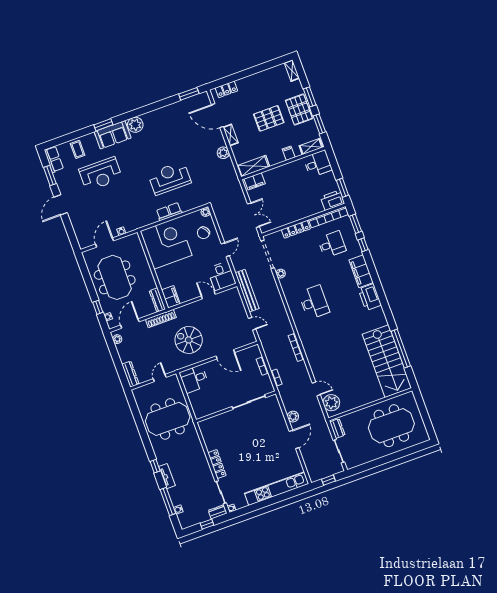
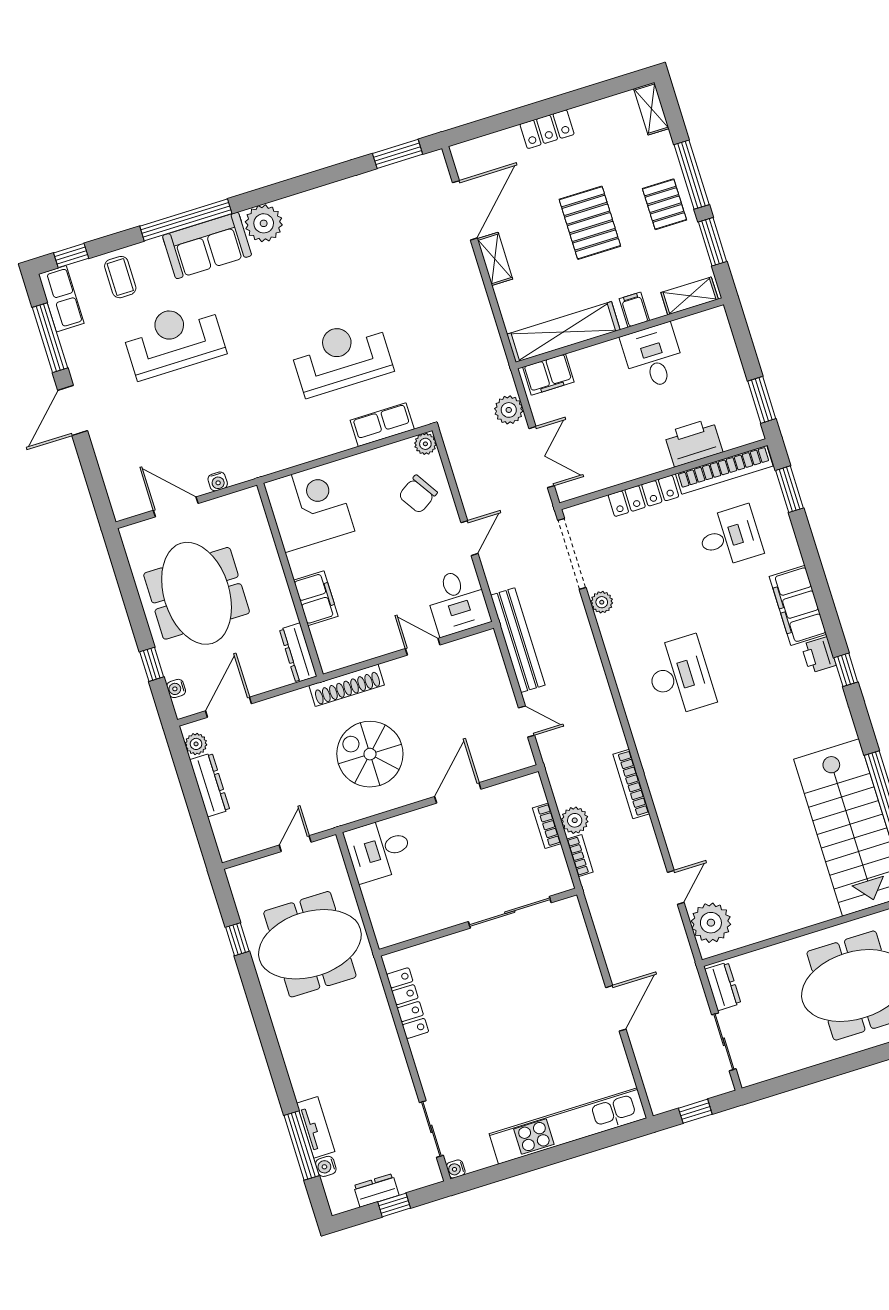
locker: (226, 89) -> (547, 129), moved
window: (310, 97) -> (692, 175), width x1.44
pallet: (299, 109) -> (664, 204), width x0.67, depth x0.71
door: (217, 116) -> (465, 210), swing flipped
pallet: (269, 118) -> (590, 223), turned 90
window: (103, 125) -> (186, 220), width x2.11
window: (57, 142) -> (71, 256), added
plant: (223, 153) -> (509, 410), moved
desk: (318, 164) -> (653, 356), moved, turned -90
shelving: (253, 166) -> (563, 332), width x1.47
reception desk: (101, 174) -> (174, 340), turned 180
window: (50, 176) -> (50, 338), width x1.44
printer: (333, 200) -> (693, 443), moved
row of seats: (169, 212) -> (382, 425), moved
door: (105, 242) -> (176, 507), hinge flipped
corner desk: (166, 243) -> (309, 507), width x0.74, depth x0.74
window: (363, 245) -> (846, 670), moved
filing cabinet: (171, 297) -> (316, 598), moved
printer: (370, 297) -> (819, 655), width x0.53, depth x0.68
shoe rack: (161, 318) -> (347, 685), moved
door: (225, 354) -> (458, 793), swing flipped
dresser: (130, 374) -> (210, 785), moved
door: (316, 389) -> (676, 887), hinge flipped
plant: (293, 417) -> (575, 820), moved
locker: (217, 464) -> (408, 1003), moved
window: (155, 466) -> (237, 939), moved
tv unit: (167, 476) -> (316, 1127), moved
dresser: (218, 512) -> (376, 1190), moved

